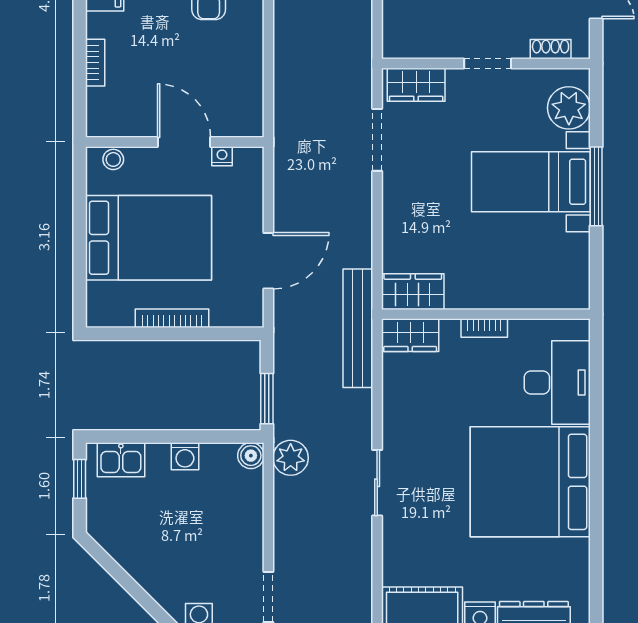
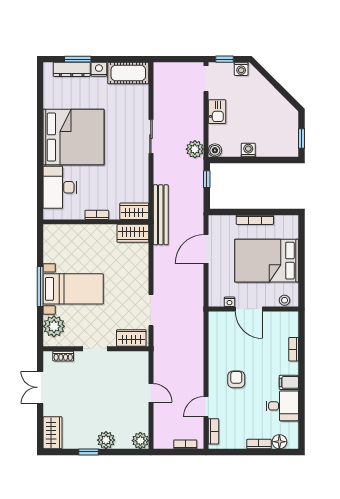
window: (267, 399) -> (207, 179), width x0.67
kitchen sink: (121, 460) -> (217, 112), moved, turned 90

